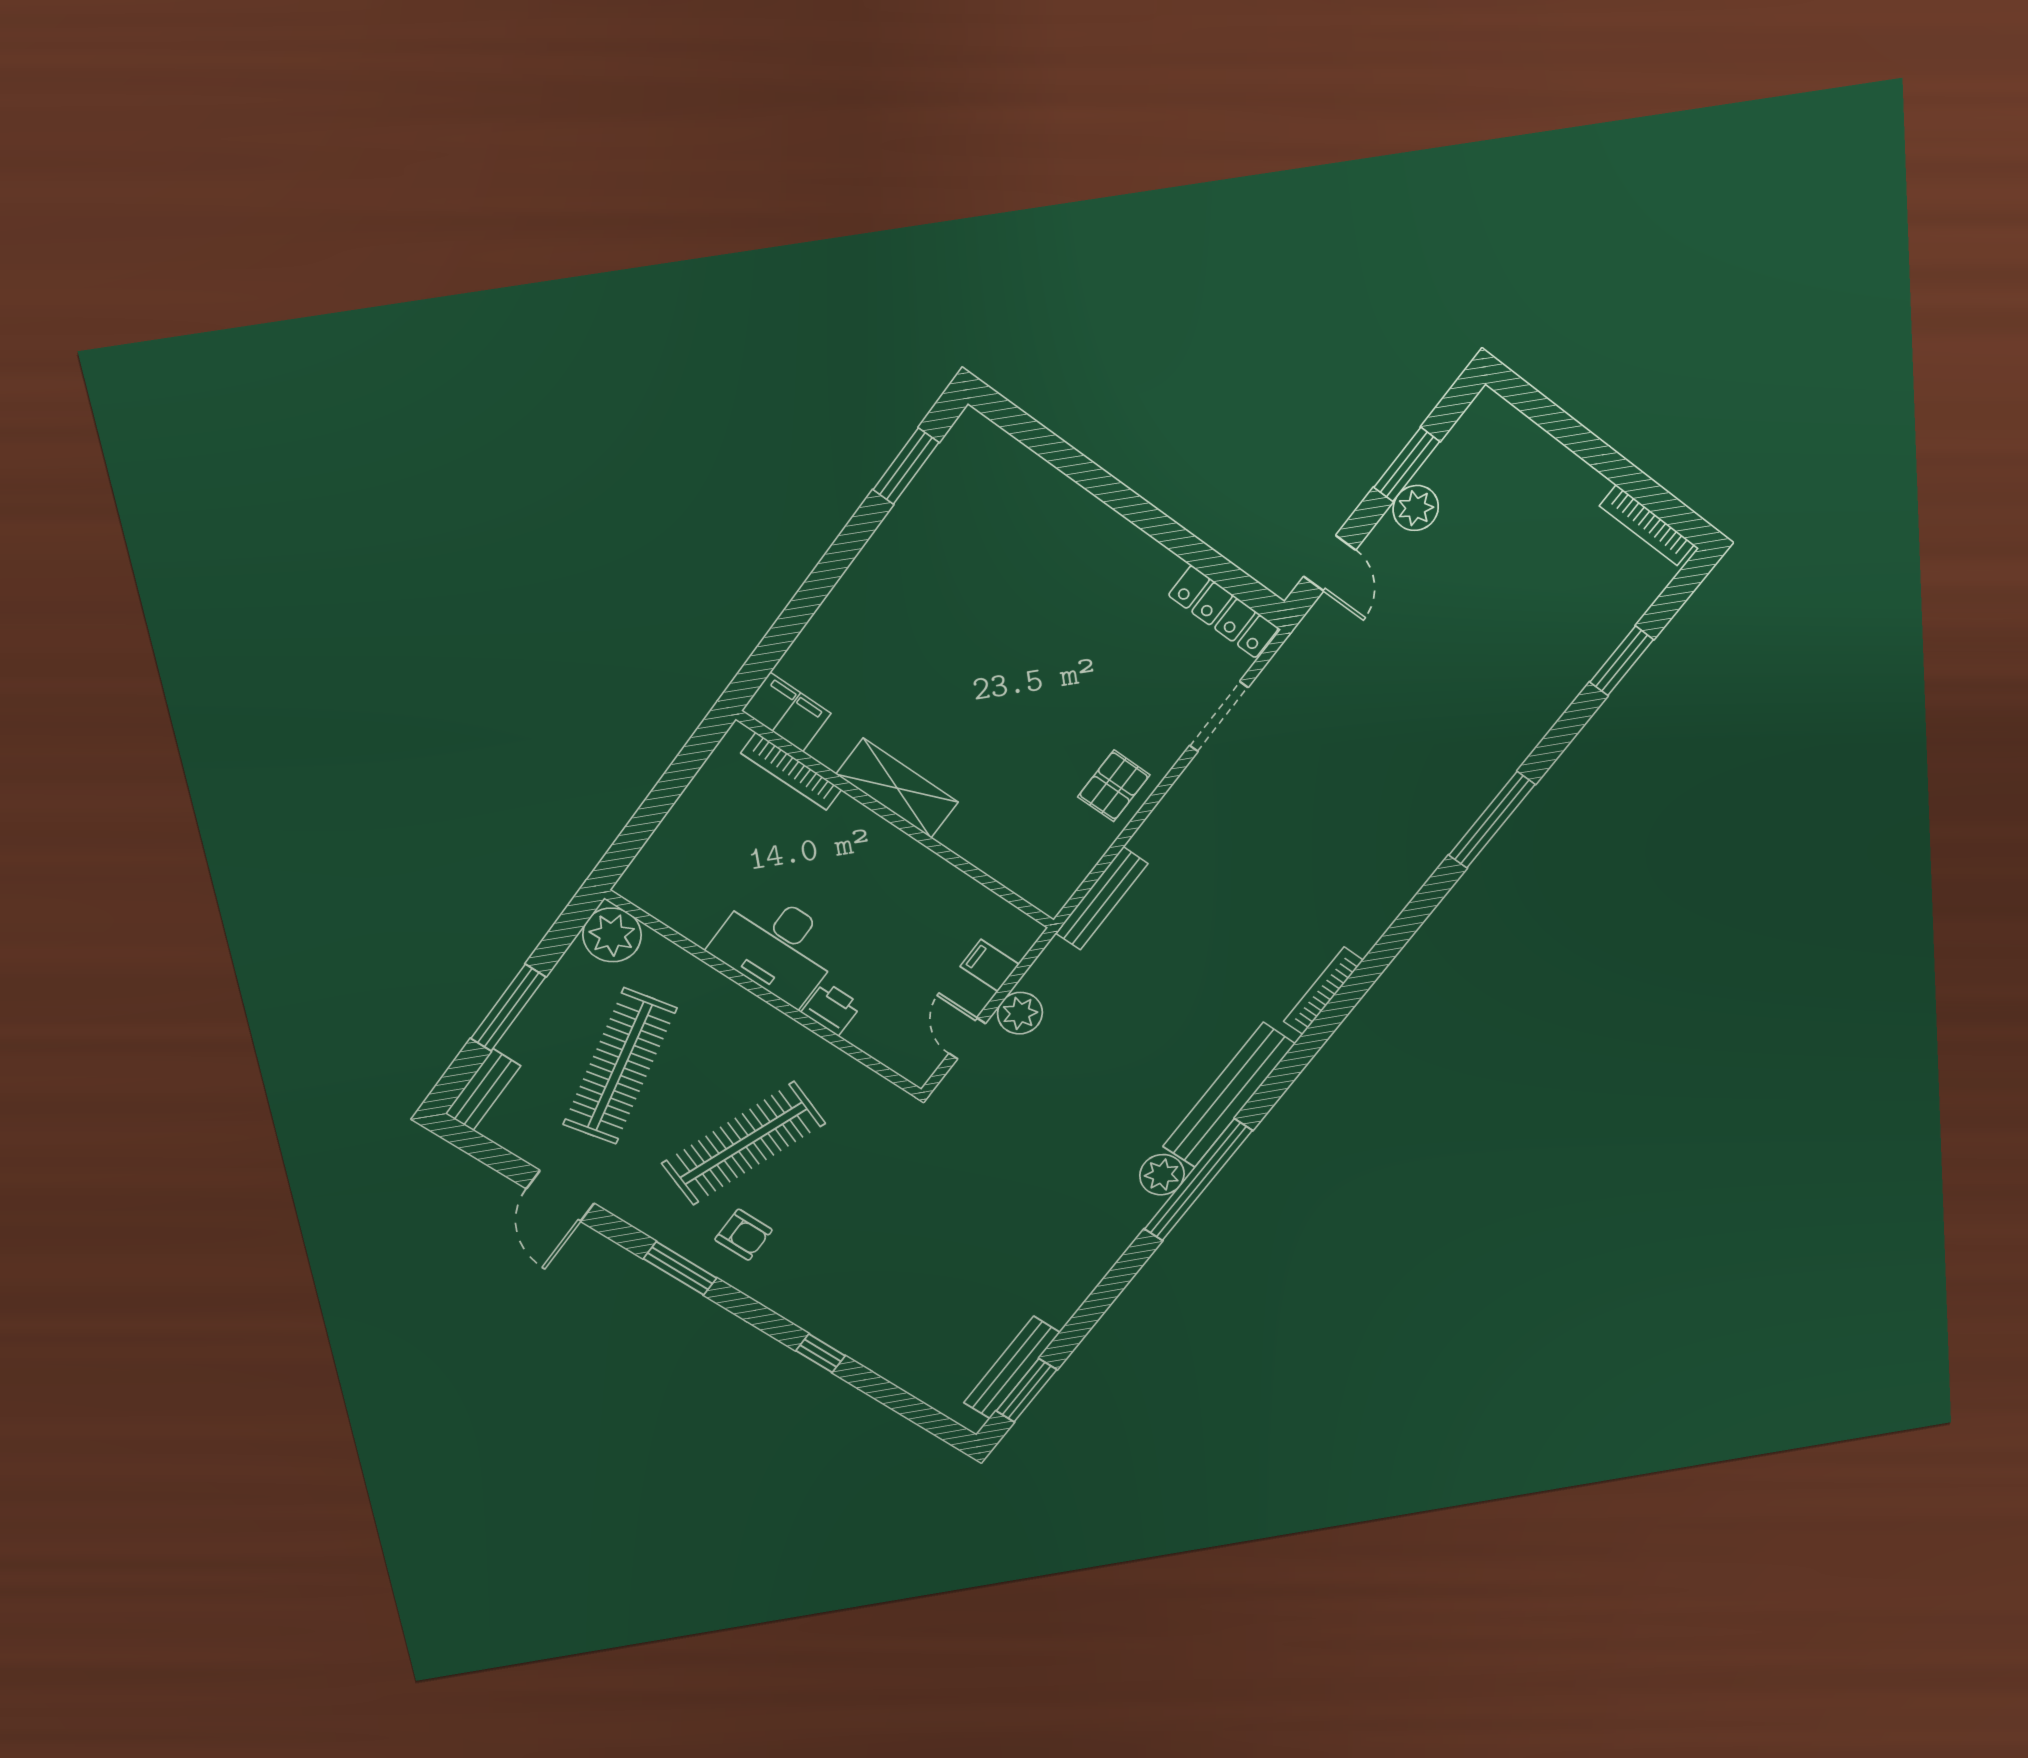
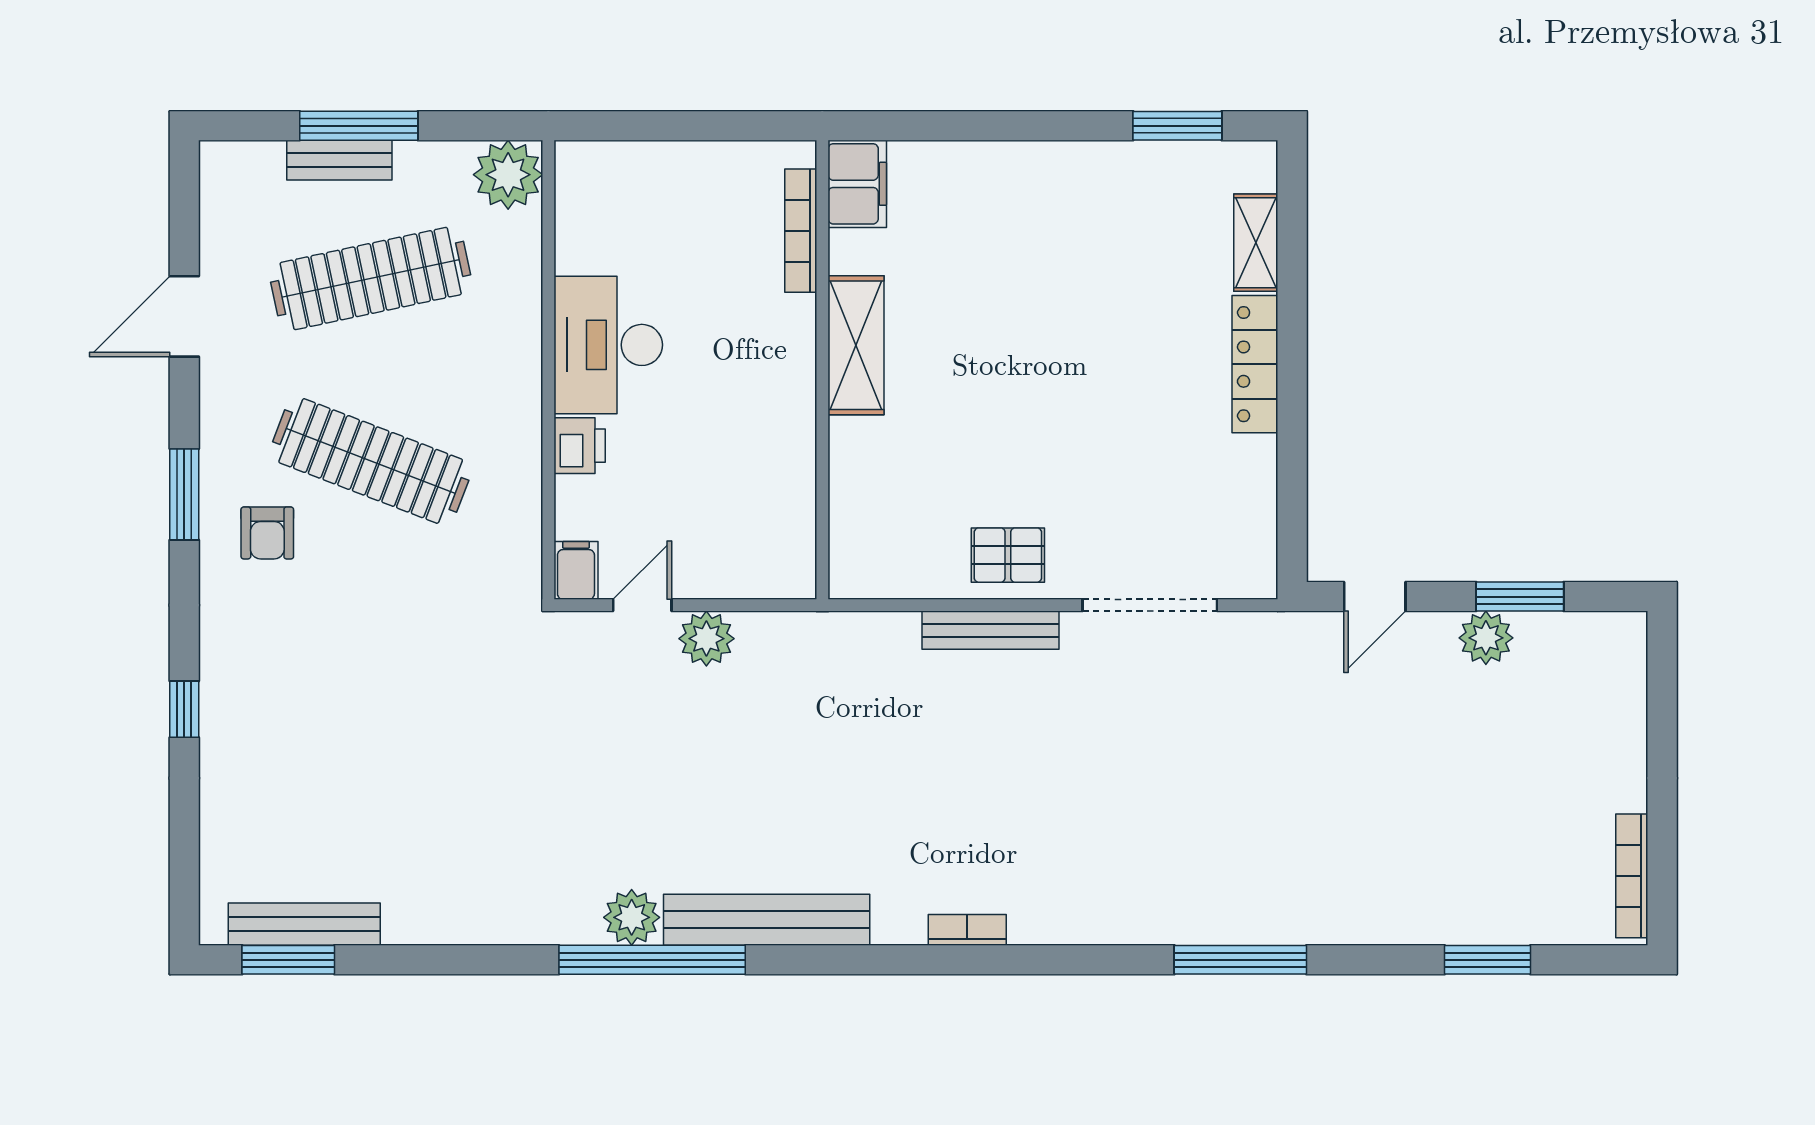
shelving: (1028, 470) -> (1256, 243), added
locker: (1224, 612) -> (1255, 364), moved
doorway: (1219, 717) -> (1150, 605), width x1.36
bench: (1102, 898) -> (990, 630), moved
filing cabinet: (990, 965) -> (576, 570), moved
bookcase: (1323, 991) -> (967, 930), width x0.64
bench: (483, 1090) -> (339, 160), moved

